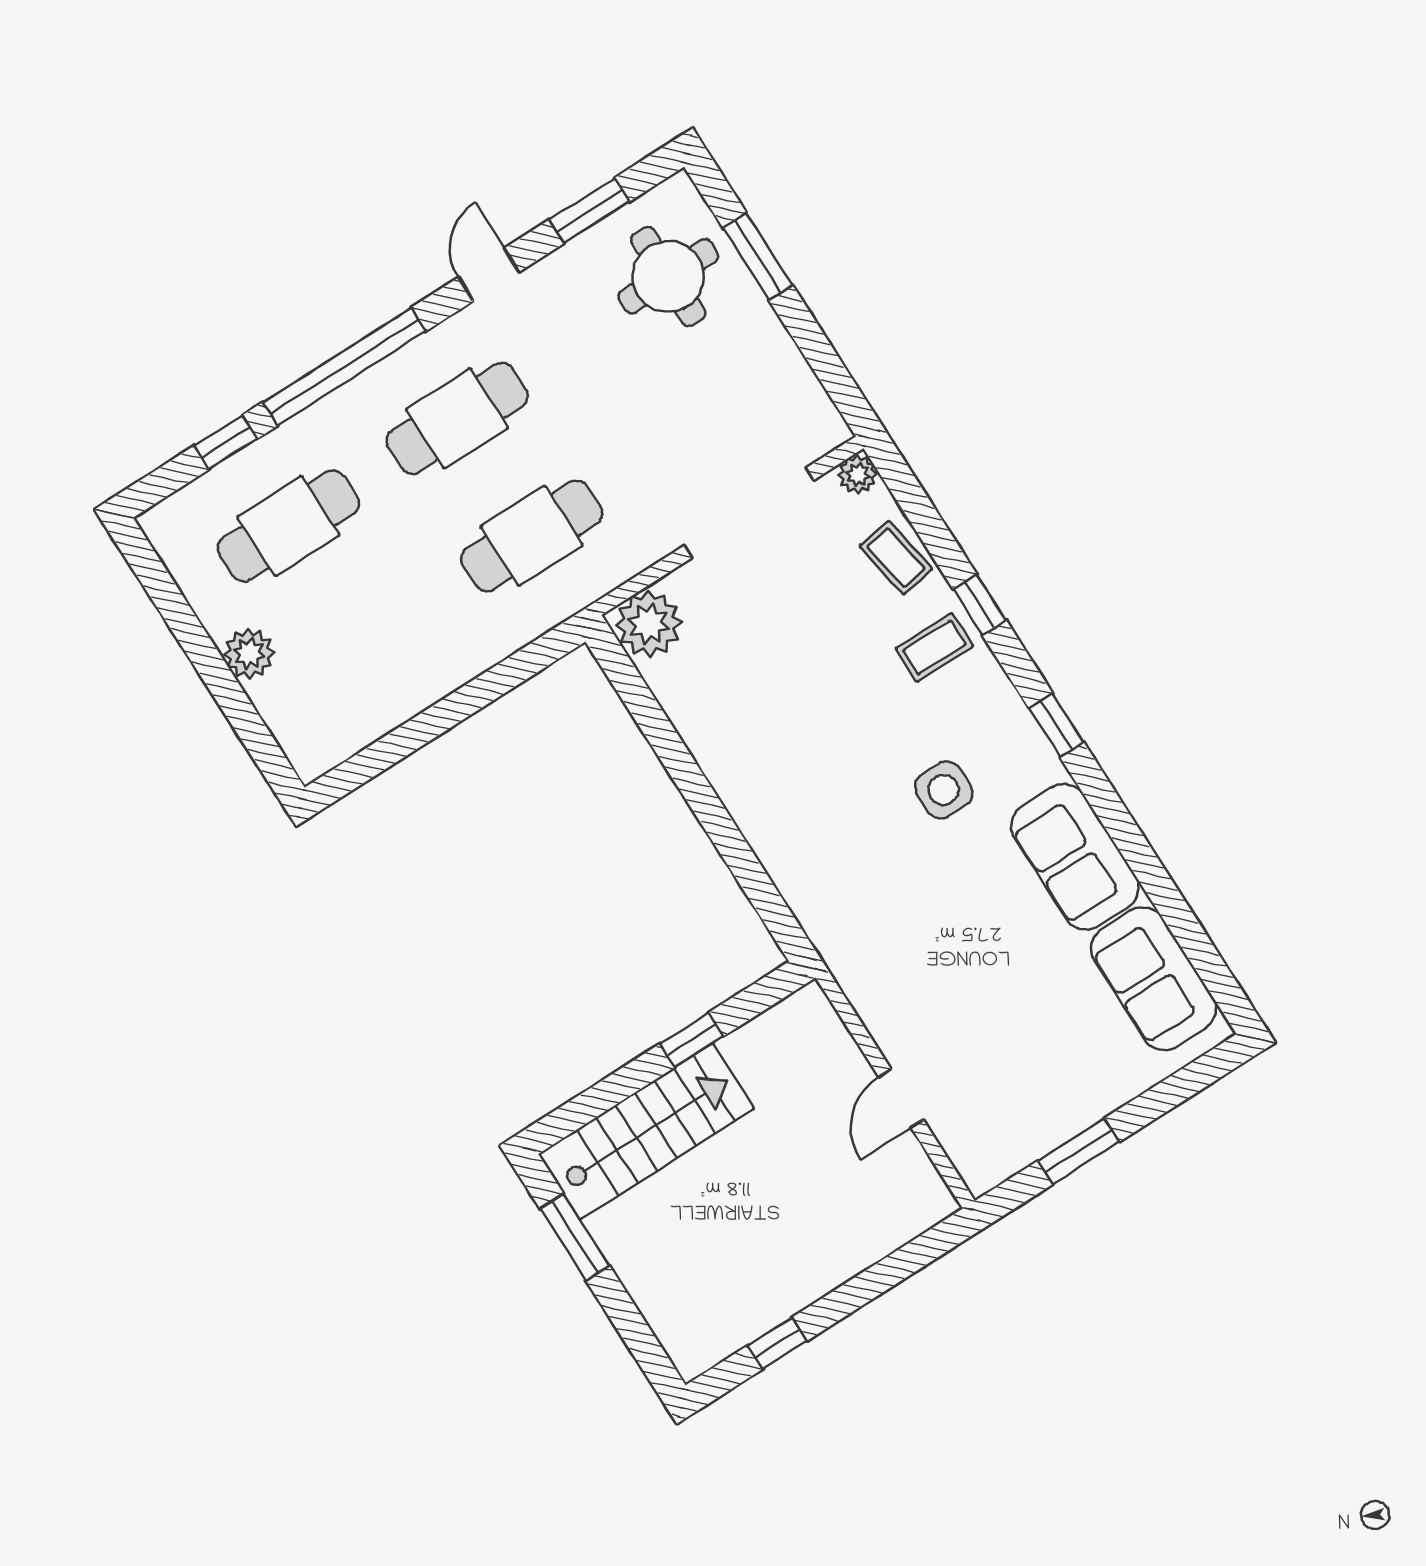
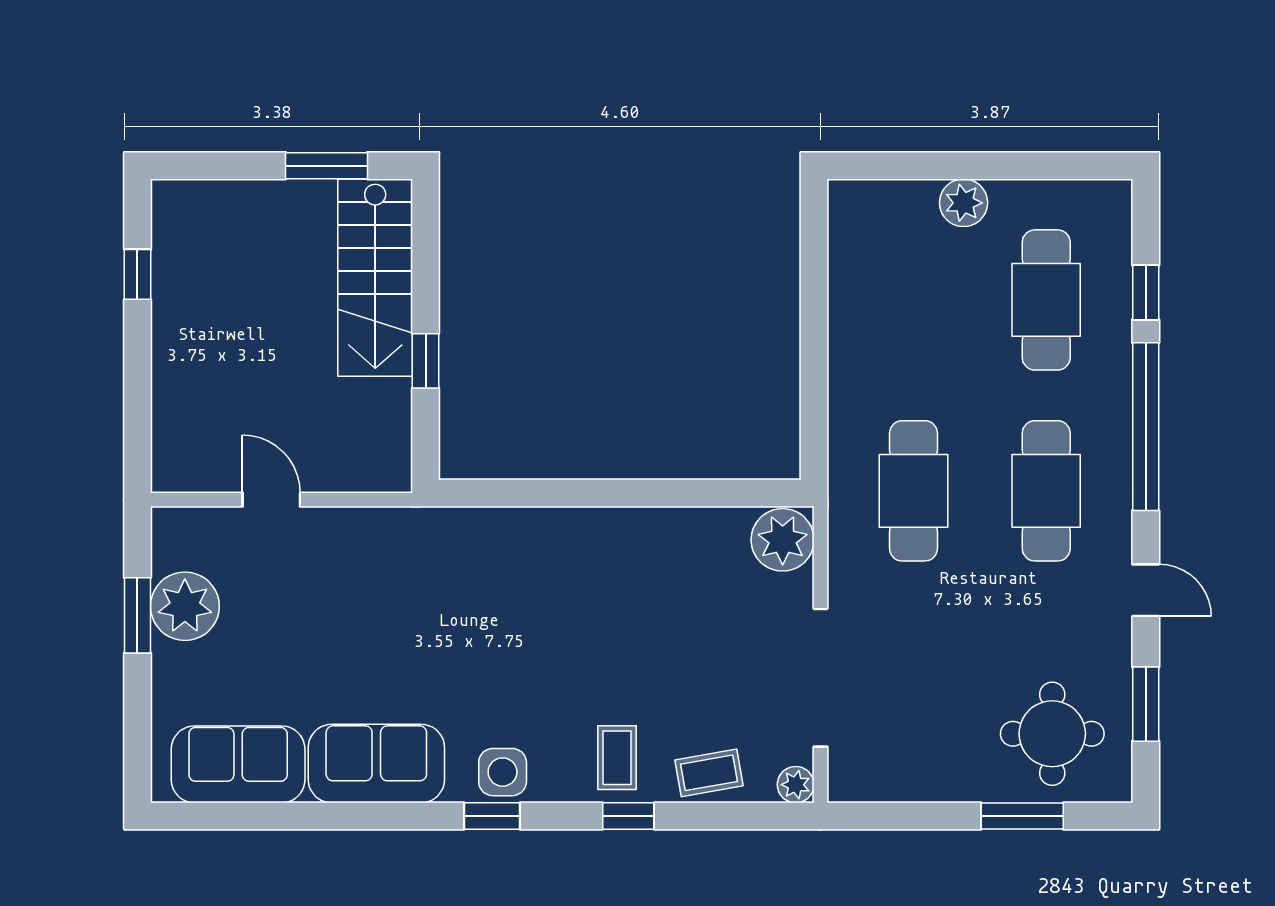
side table: (944, 790) -> (503, 772), moved
plant: (1044, 1114) -> (185, 606), added

